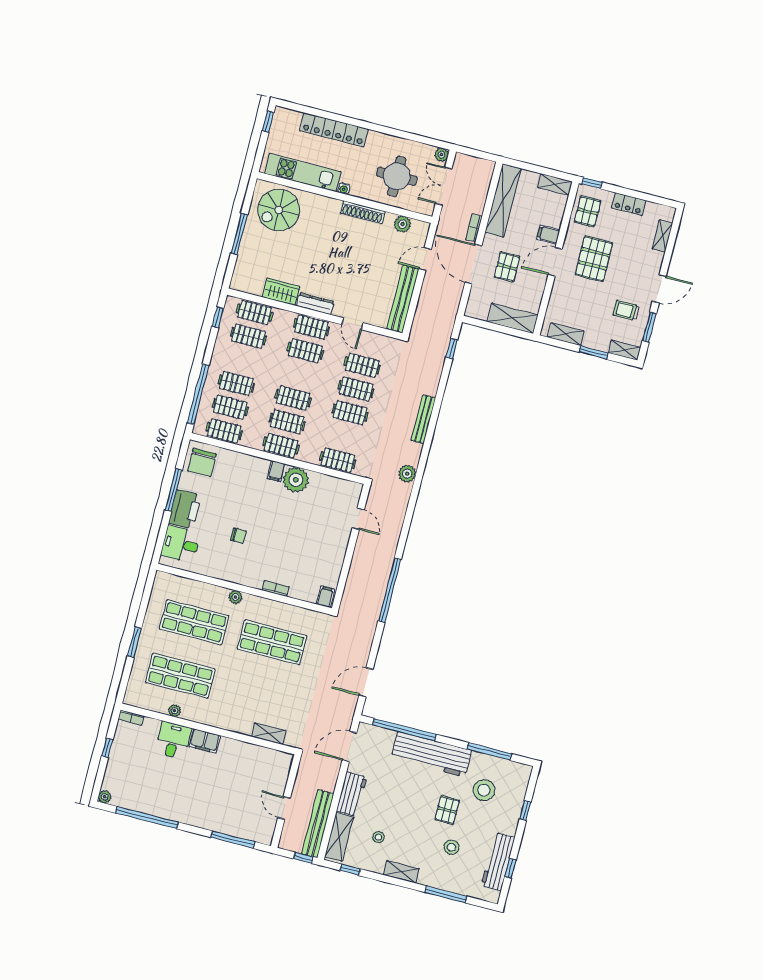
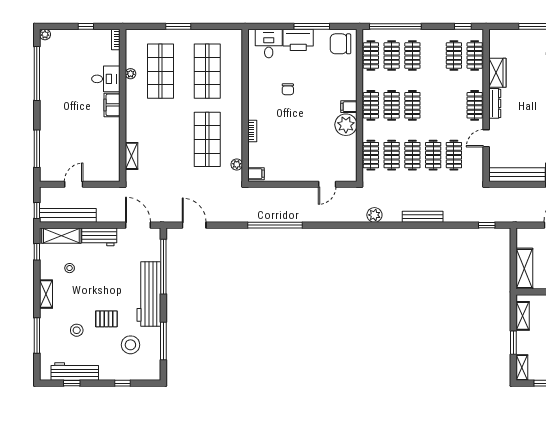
clothes rail: (305, 351) -> (392, 155), moved
plant: (235, 597) -> (237, 164), moved

